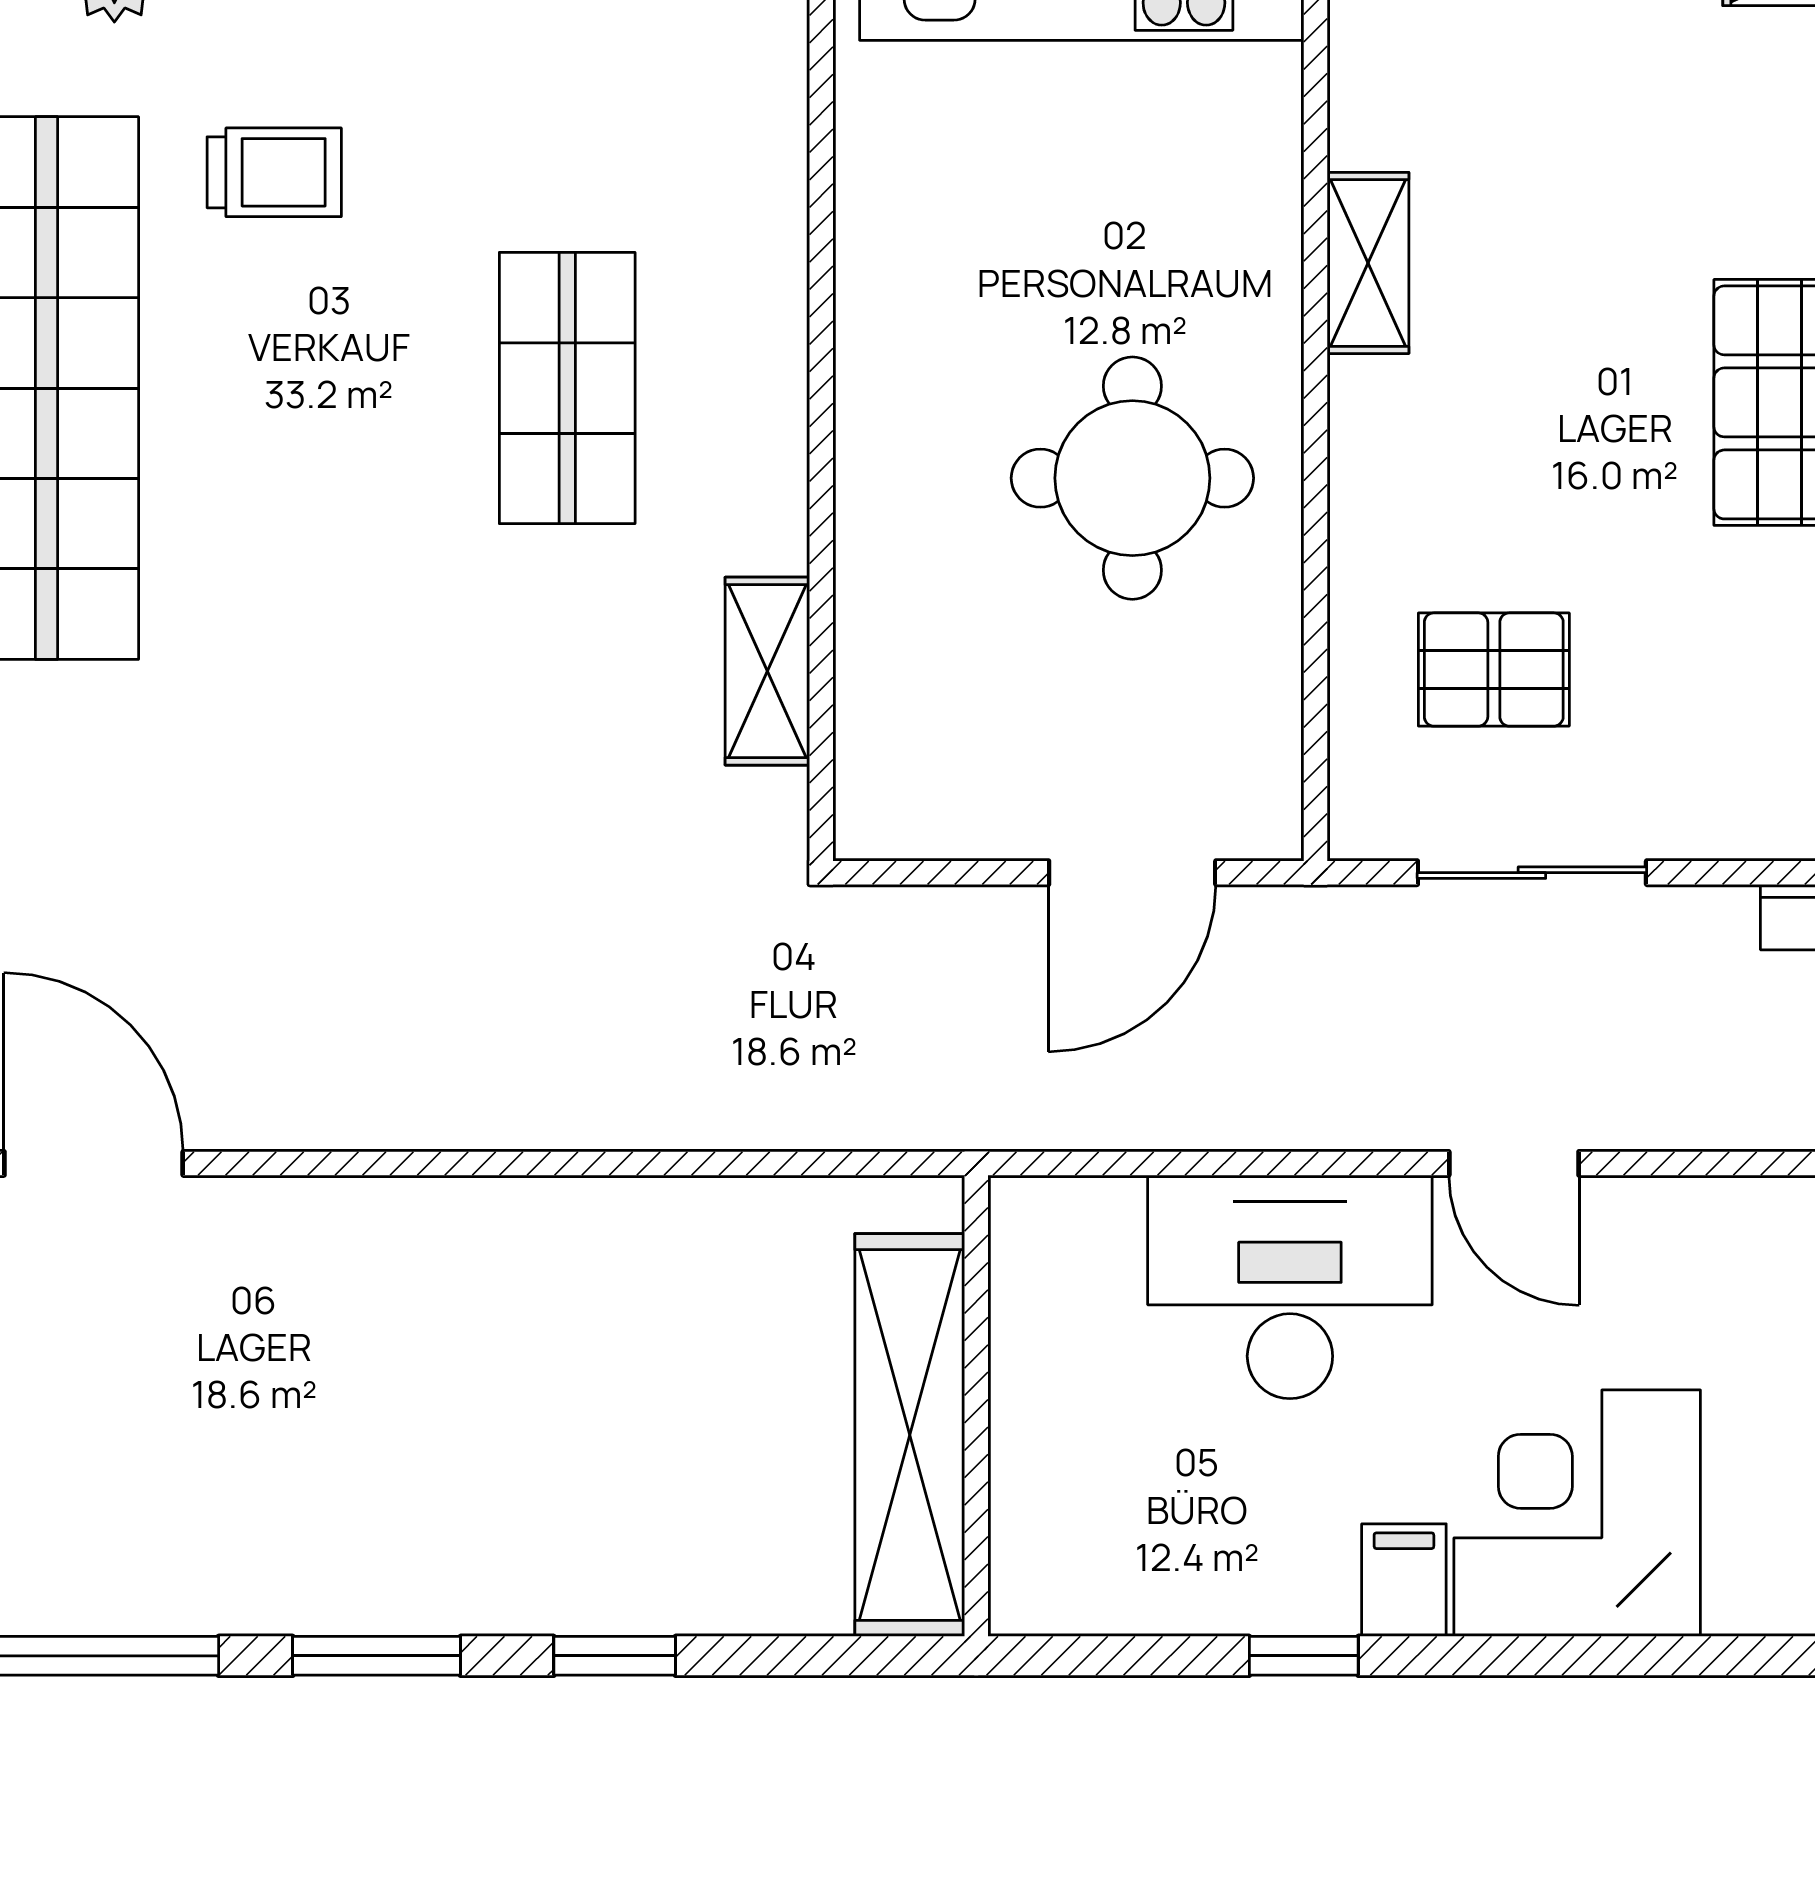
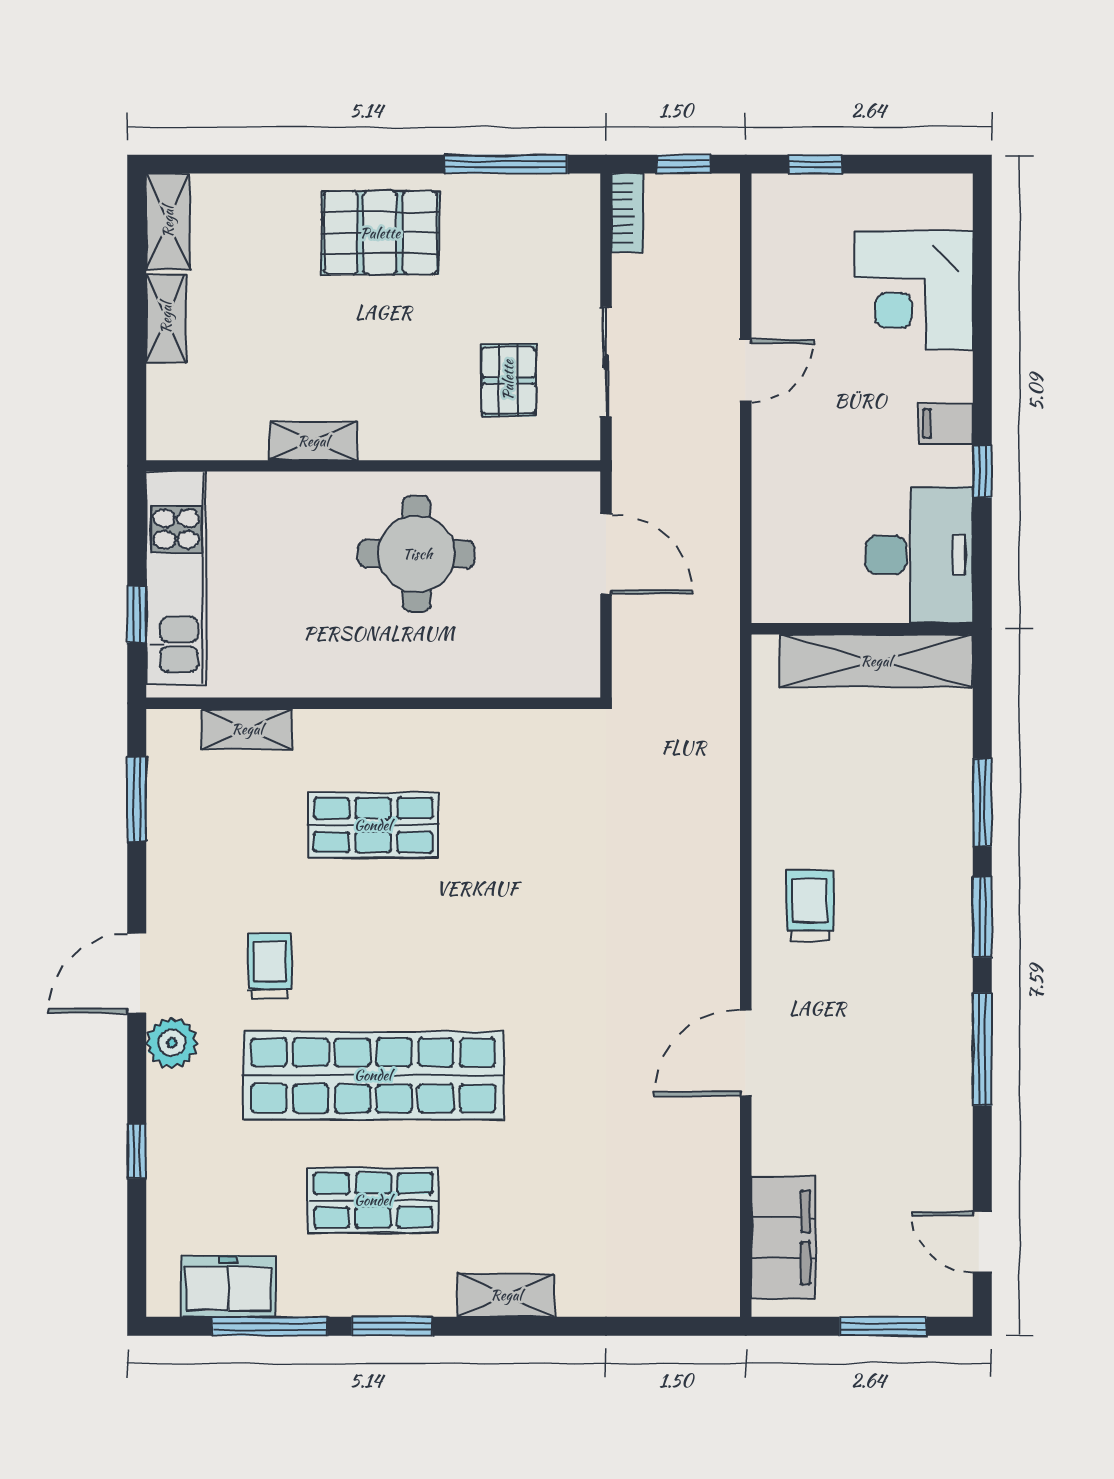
shelving: (767, 671) -> (247, 729), moved
desk: (1290, 1287) -> (919, 555), moved, turned 180
trolley: (401, 1297) -> (810, 905), added
corner desk: (1577, 1513) -> (914, 290), moved
window: (615, 1656) -> (982, 803), width x1.50

